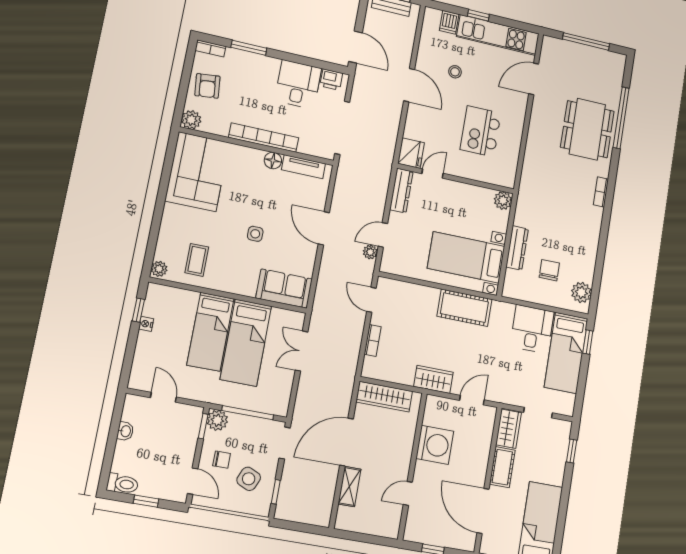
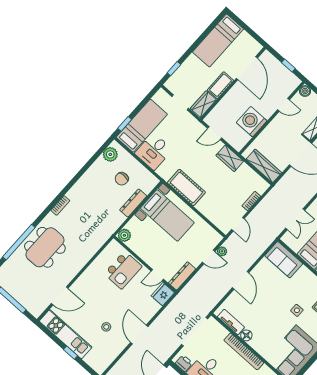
dishwasher: (449, 22) -> (91, 358), removed
kitchen island: (481, 131) -> (123, 270), moved
side table: (255, 234) -> (297, 310), moved
boiler: (391, 530) -> (305, 91), added

